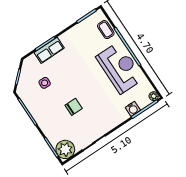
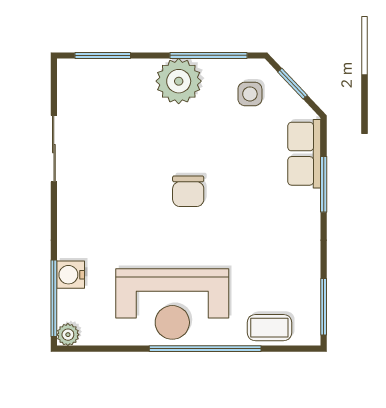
row of seats: (49, 50) -> (304, 154), moved
side table: (45, 83) -> (250, 94), moved
chair: (74, 107) -> (188, 191), moved
plant: (65, 149) -> (179, 81), moved

